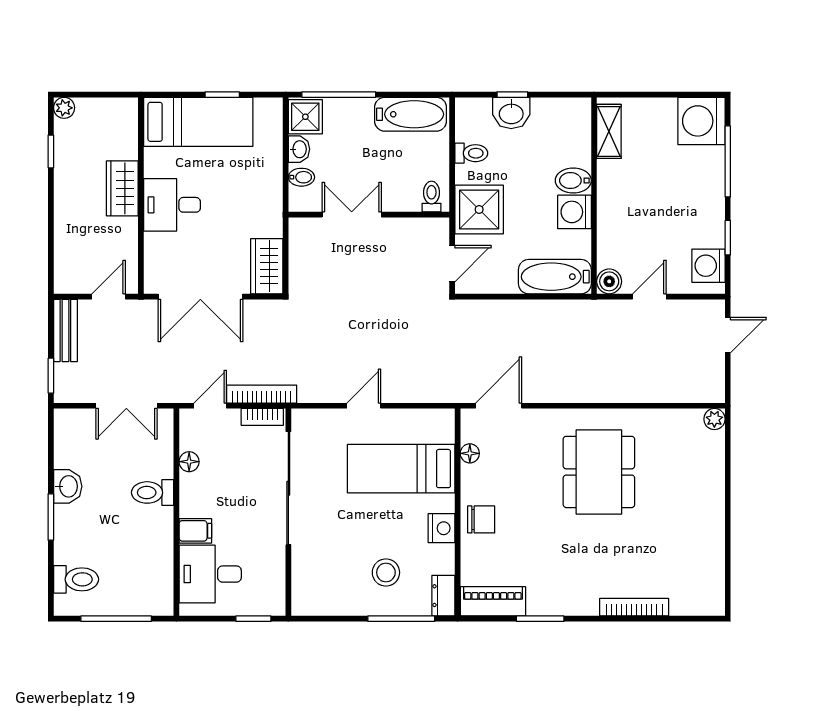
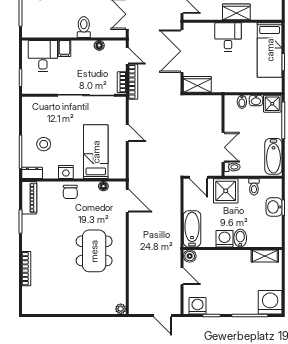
double door: (352, 215) -> (223, 147), moved
dining table: (599, 472) -> (94, 251), turned 90

